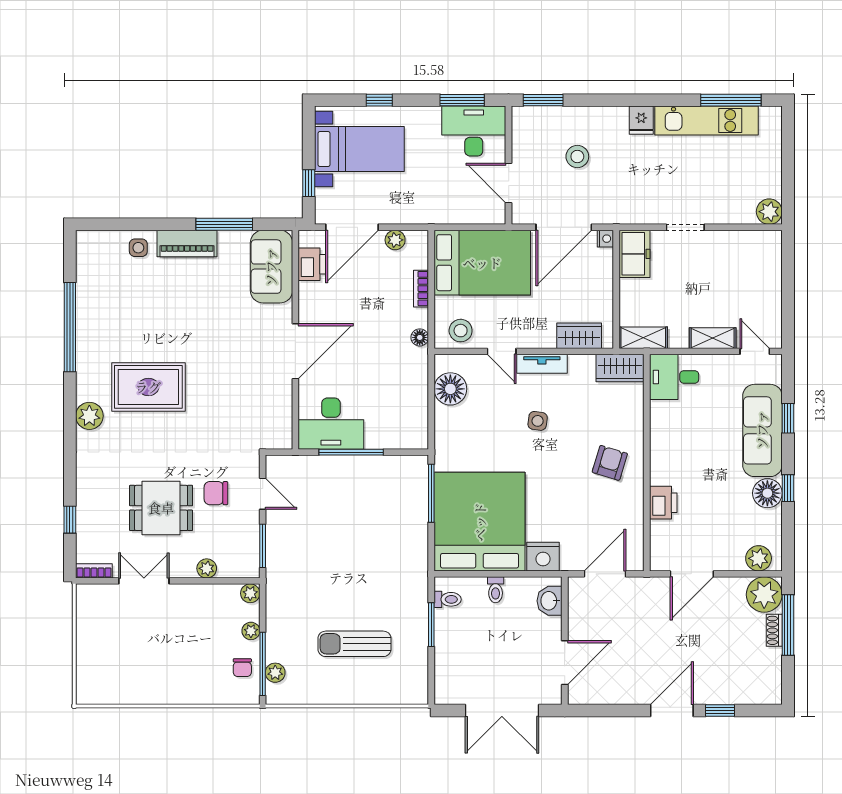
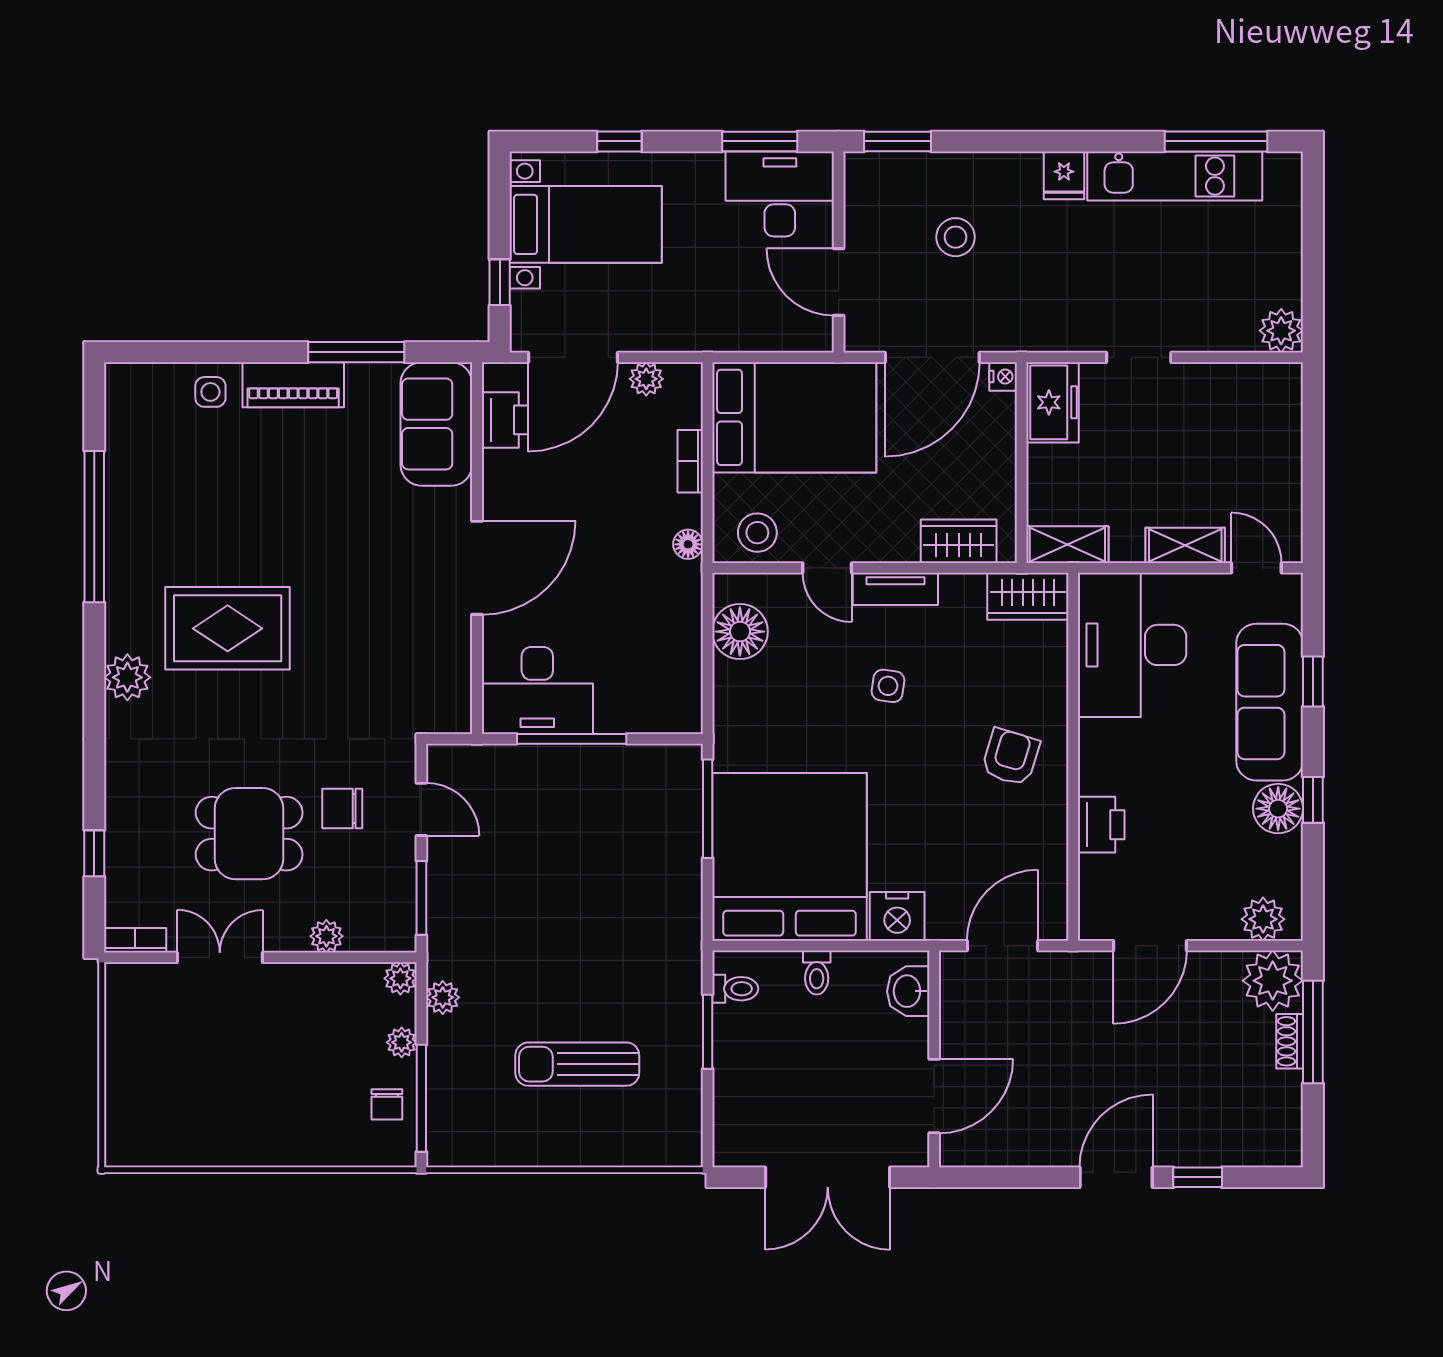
desk: (674, 377) -> (1132, 645), width x1.87, depth x1.30
plant: (275, 673) -> (443, 997), moved

